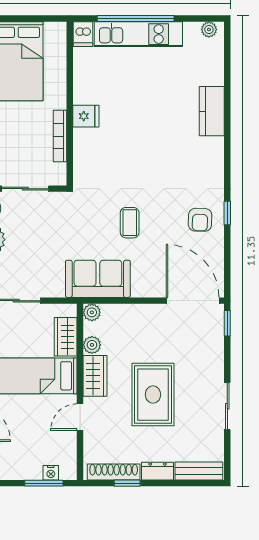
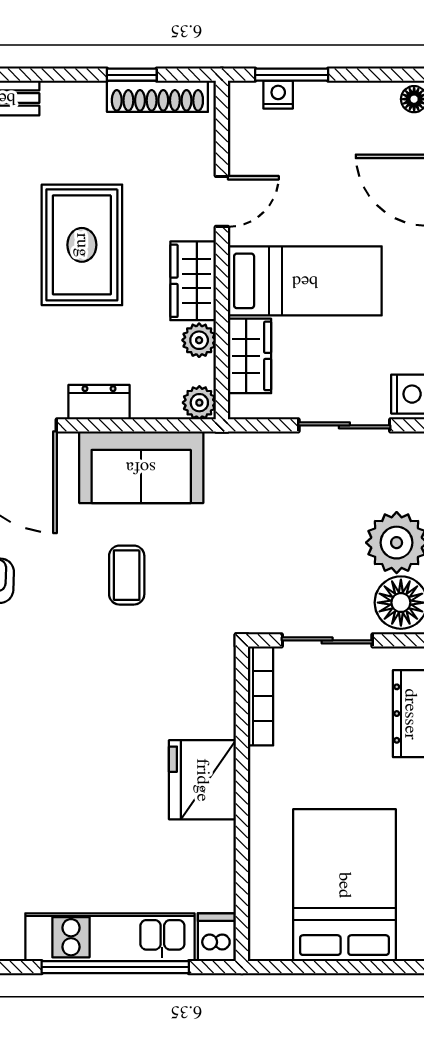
fridge: (86, 116) -> (202, 780), width x1.88, depth x1.34
bookcase: (60, 136) -> (261, 696), moved
sofa: (98, 279) -> (141, 467), moved
dresser: (158, 471) -> (99, 402), moved, turned 180

